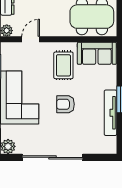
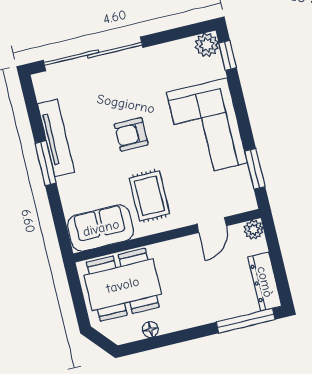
armchair: (65, 104) -> (131, 134), turned 180
sliding door: (52, 157) -> (93, 54), moved

